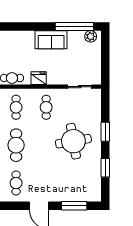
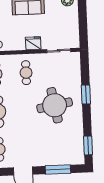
fridge: (39, 78) -> (33, 43), moved
window: (105, 168) -> (88, 145), moved

